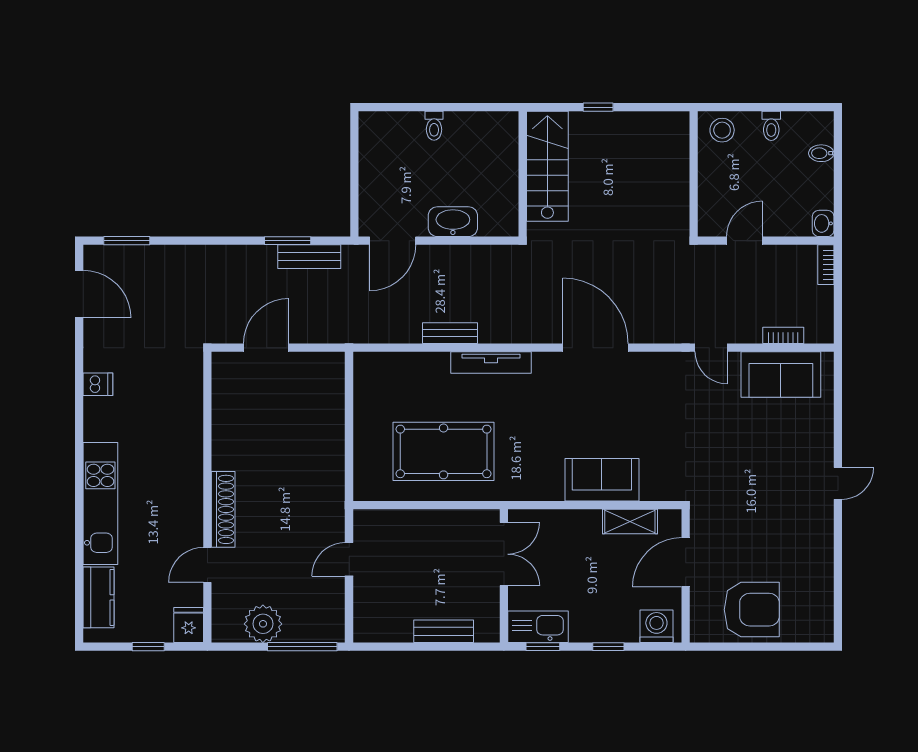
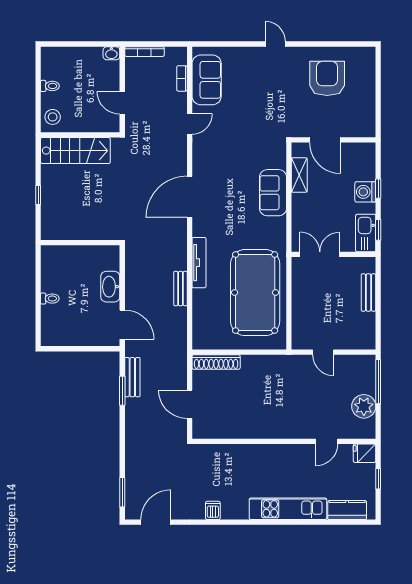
bidet: (821, 153) -> (67, 54), removed
stairs: (547, 166) -> (75, 151), moved, turned 180
bookcase: (826, 265) -> (144, 52), width x1.56
pool table: (444, 451) -> (255, 293), width x1.36, depth x1.32
shoe rack: (223, 509) -> (216, 362), moved, turned 180
door: (207, 565) -> (327, 441), hinge flipped
armchair: (752, 610) -> (327, 78), moved
washing machine: (656, 626) -> (365, 192), moved

